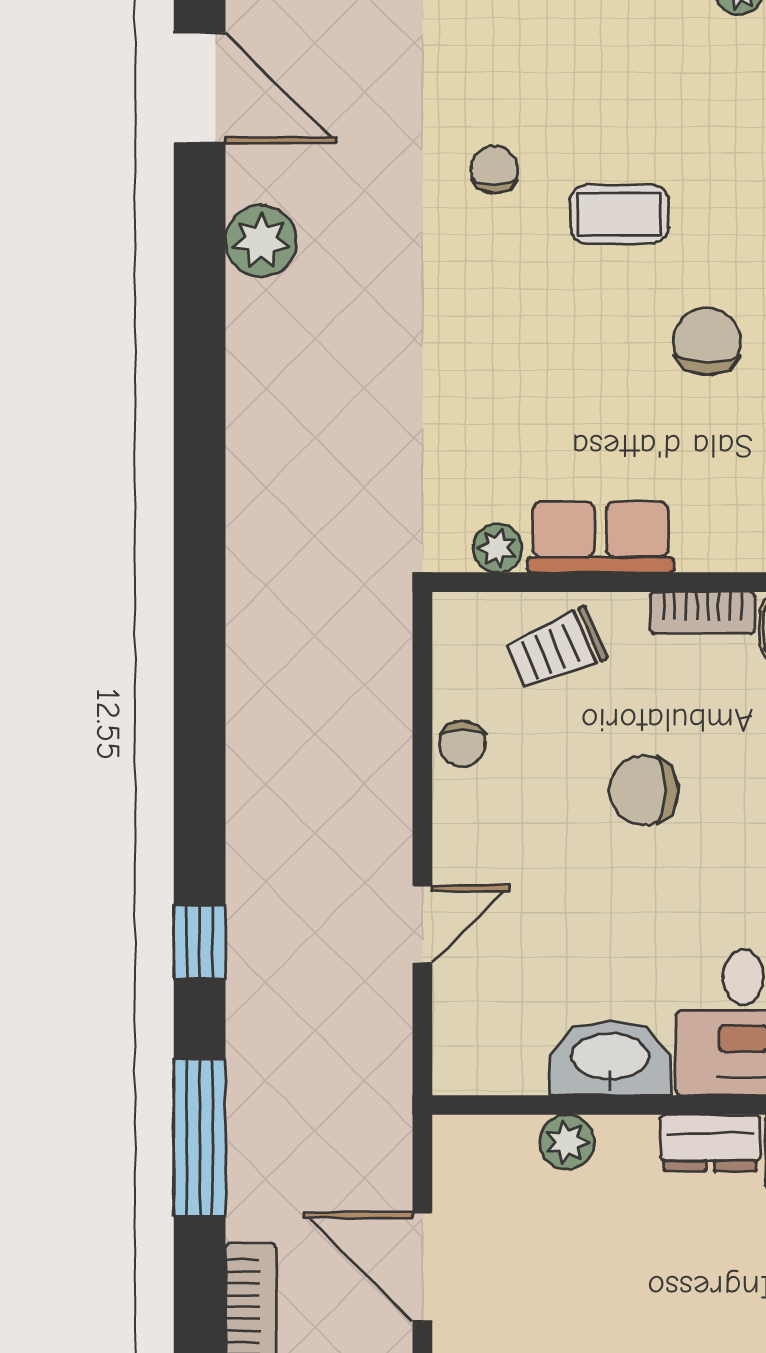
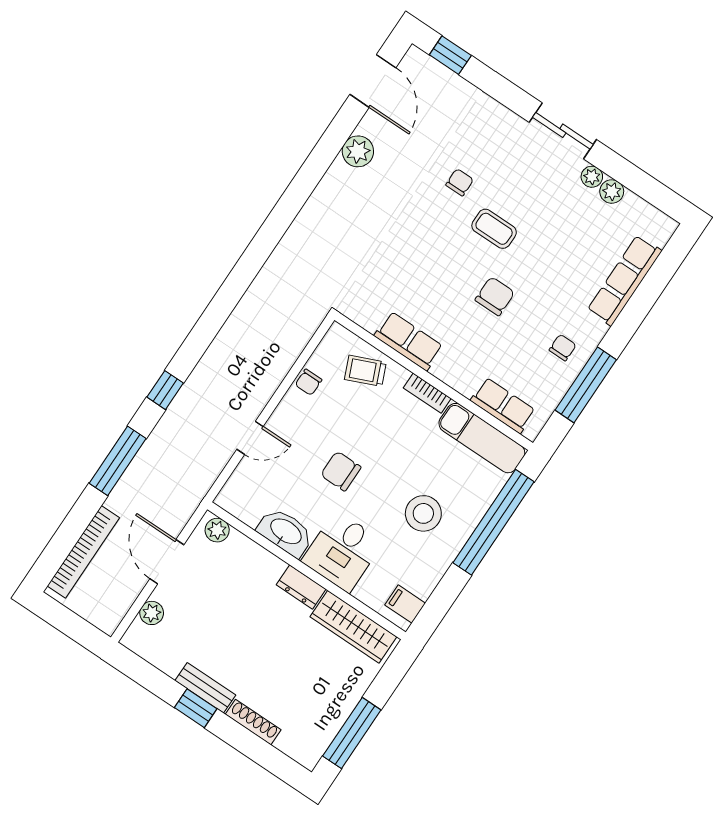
plant: (497, 548) -> (369, 320), removed
chair: (644, 790) -> (341, 471), moved
plant: (567, 1142) -> (217, 530), moved

